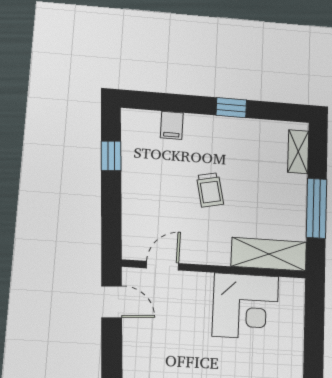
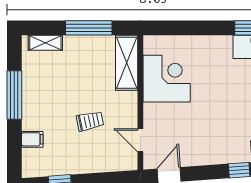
window: (231, 108) -> (14, 95), width x2.17
trolley: (210, 190) -> (90, 121), moved

